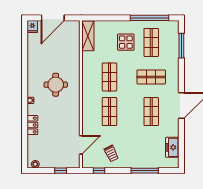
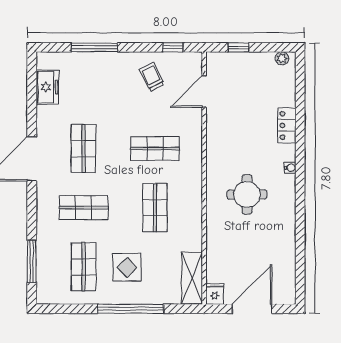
window: (149, 18) -> (130, 309), moved
fridge: (32, 27) -> (215, 294), moved
shop shelf: (109, 112) -> (155, 148), turned 90

